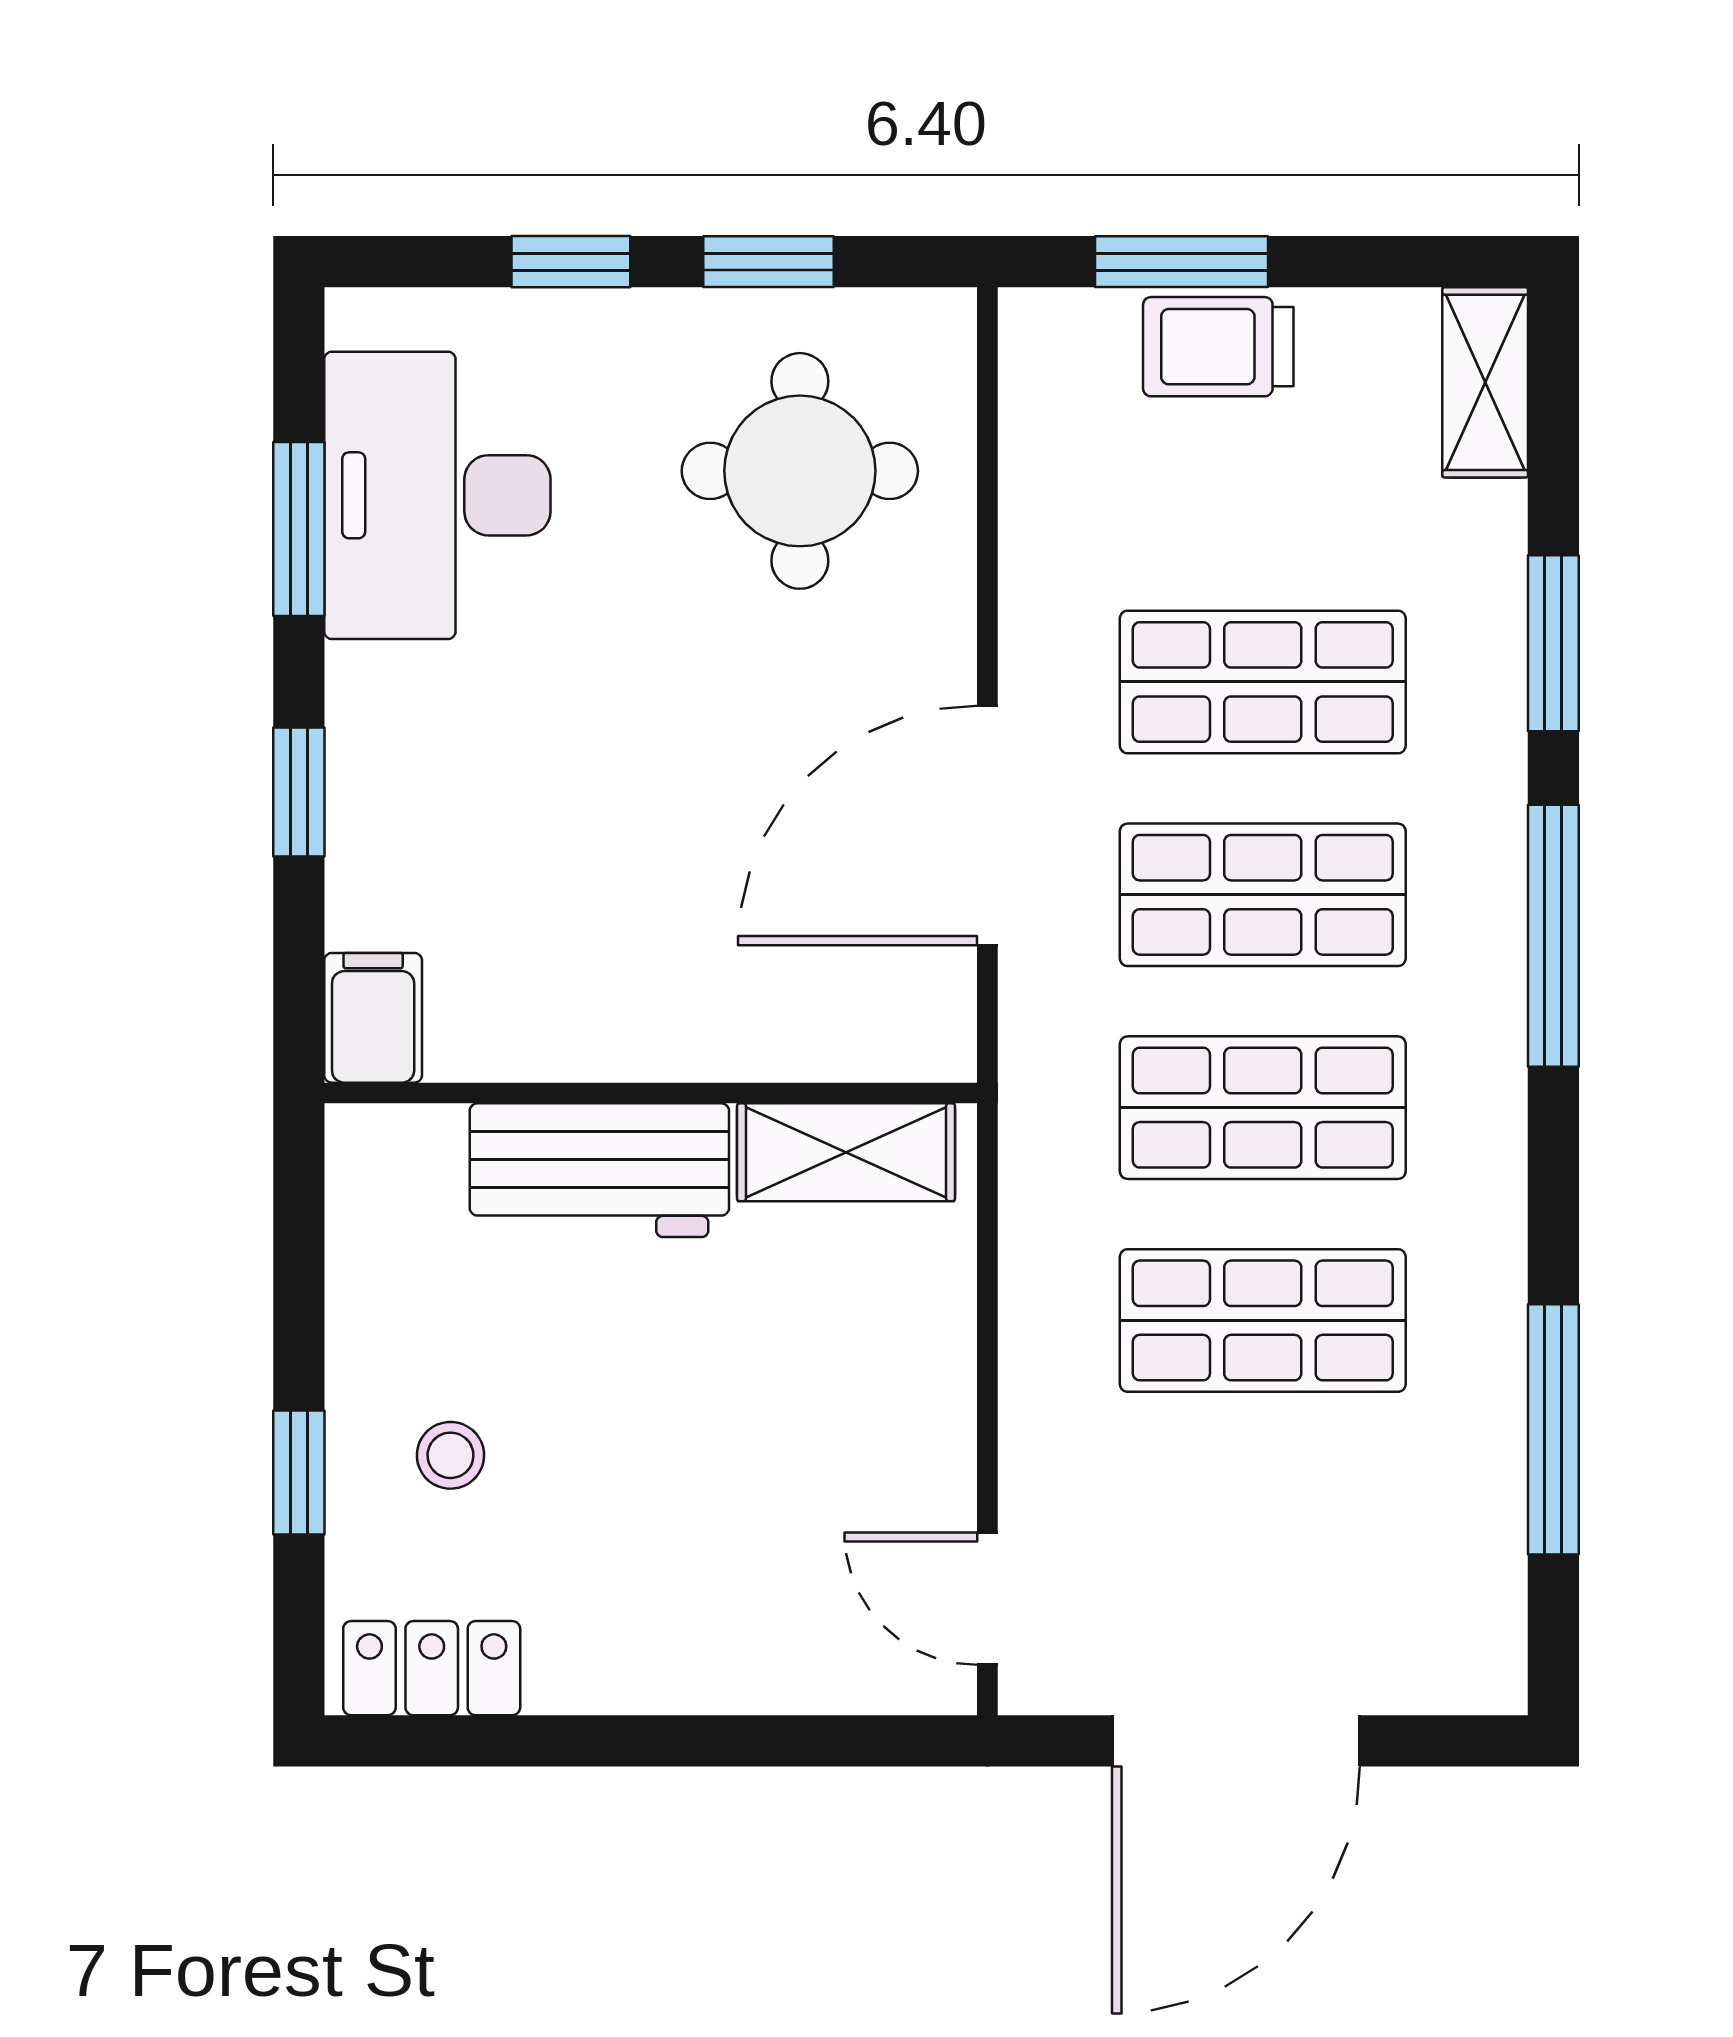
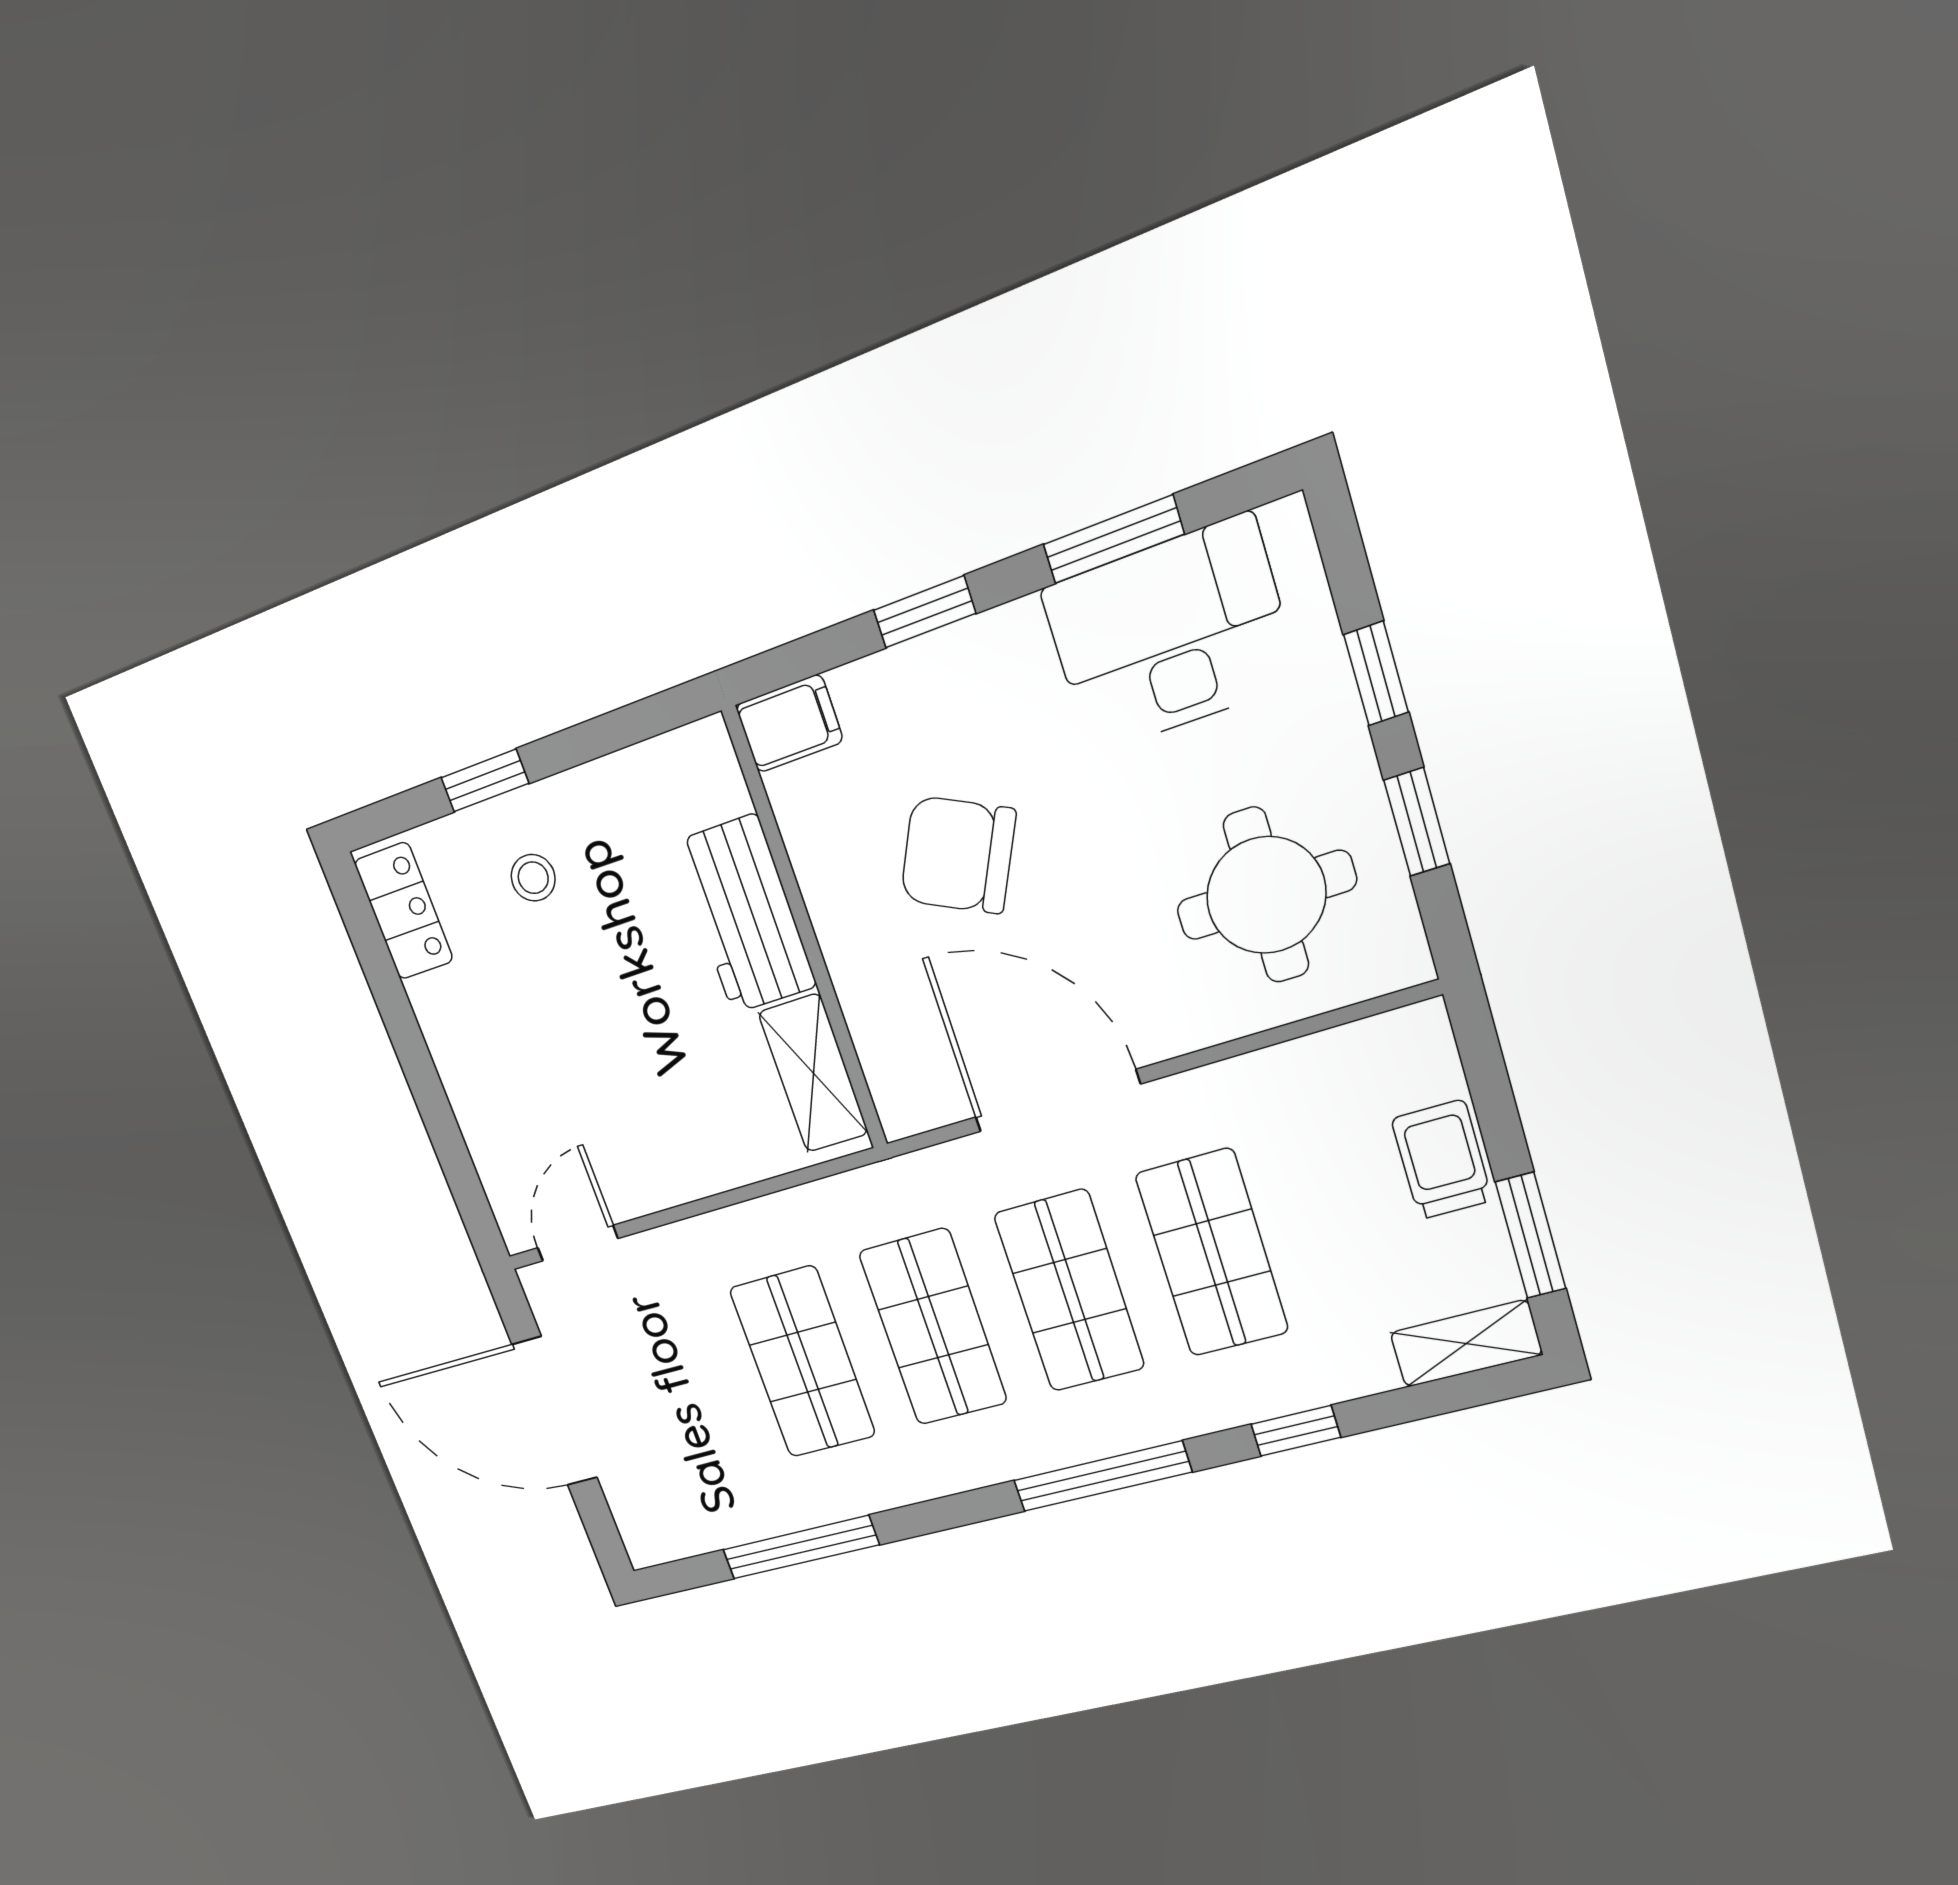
window: (1181, 262) -> (1531, 1235), moved
window: (1553, 643) -> (1296, 1431), width x0.67
chair: (617, 851) -> (958, 855), added

